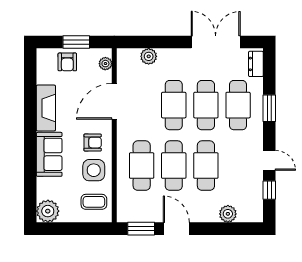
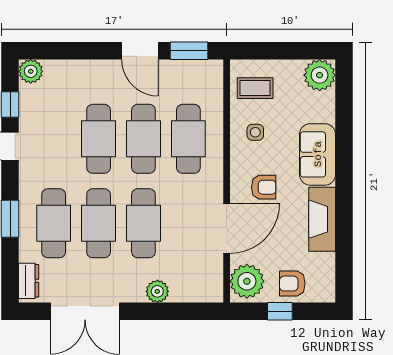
window: (76, 42) -> (280, 311), width x0.67
plant: (149, 56) -> (157, 291), moved
armchair: (67, 62) -> (292, 284), turned -90
plant: (105, 64) -> (247, 281), width x1.87, depth x1.87
armchair: (93, 143) -> (264, 187), moved, turned 180
side table: (94, 170) -> (255, 132), width x0.54, depth x0.54
plant: (228, 214) -> (31, 71), moved

